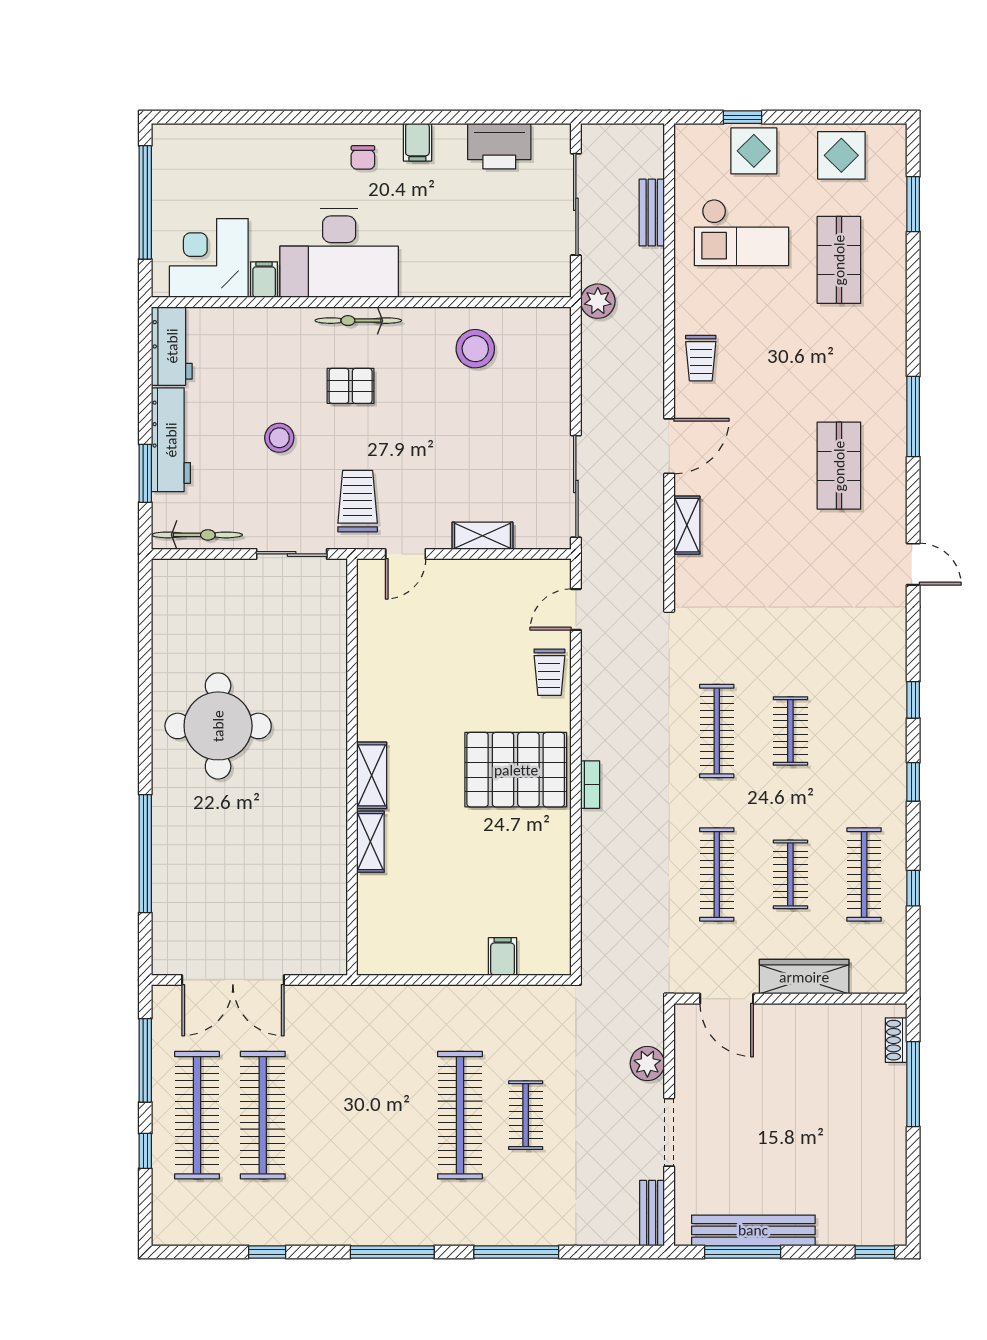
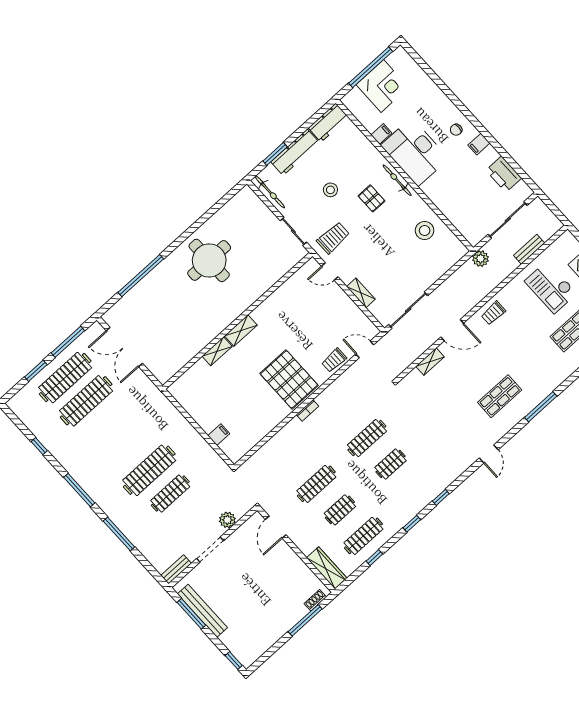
corner desk: (209, 258) -> (382, 86), moved, turned 90
wardrobe: (804, 977) -> (327, 568), moved
clothes rail: (526, 1115) -> (170, 494), width x1.36
window: (145, 1151) -> (36, 371), width x1.50

